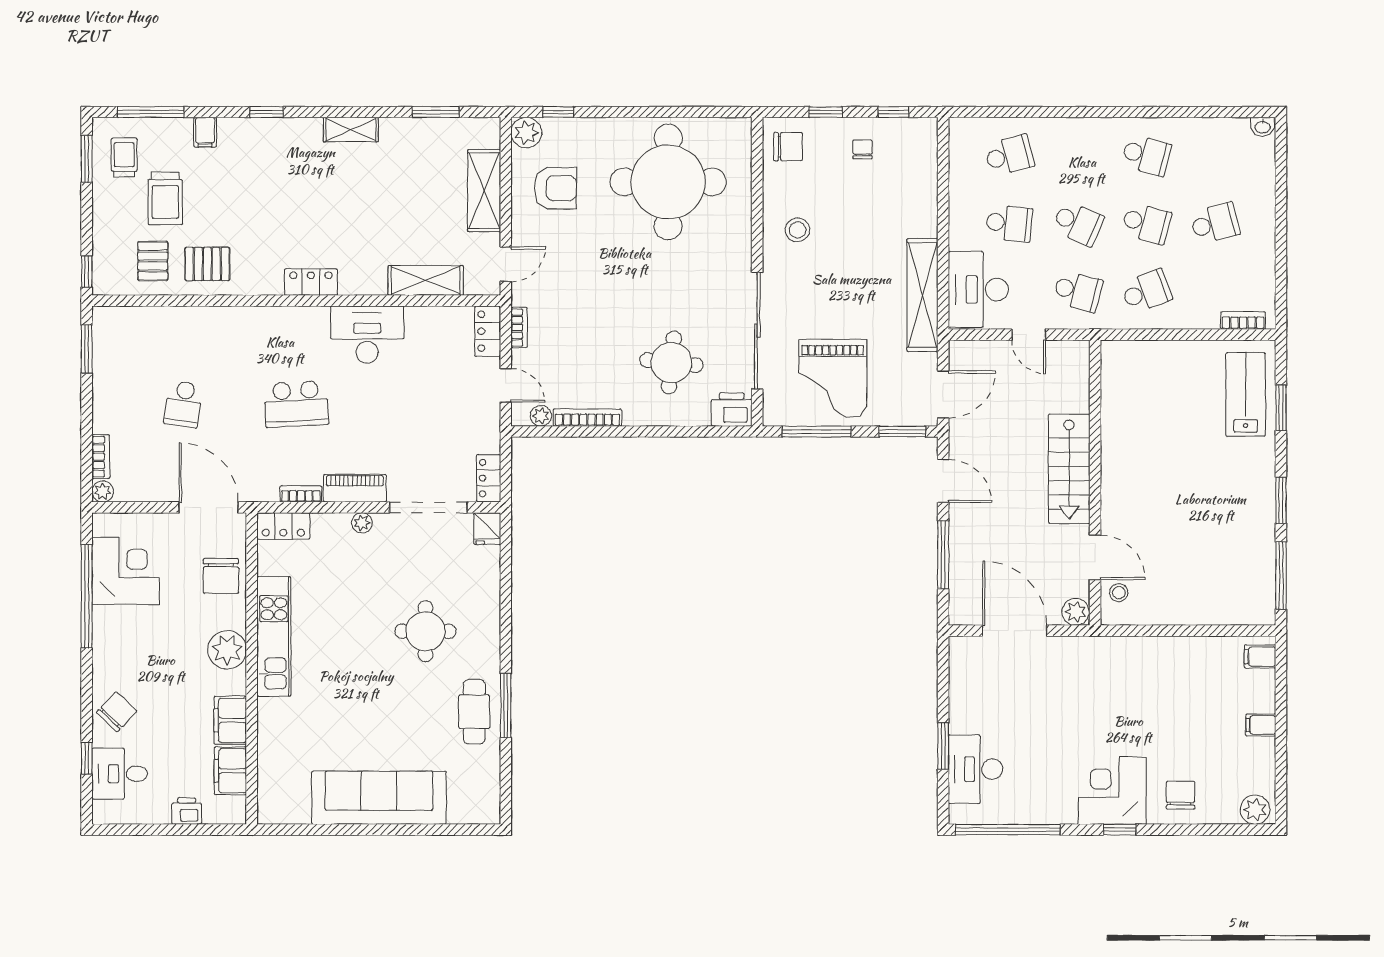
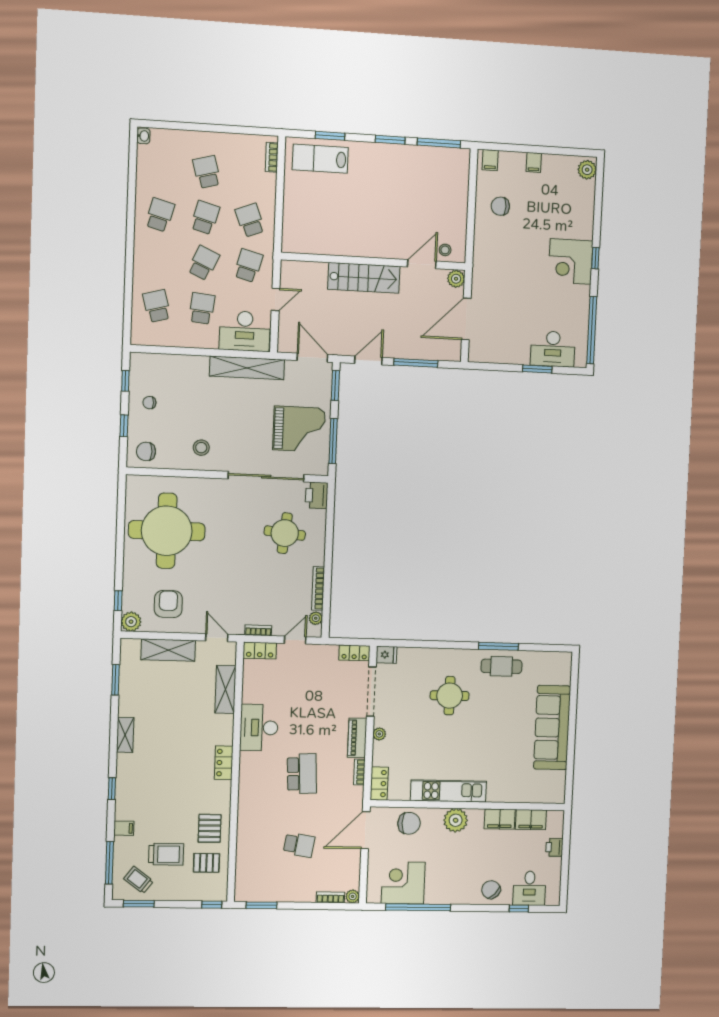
chair: (788, 147) -> (146, 451), turned -90
trolley: (124, 157) -> (139, 880), turned 37
chair: (1181, 795) -> (500, 206), moved

